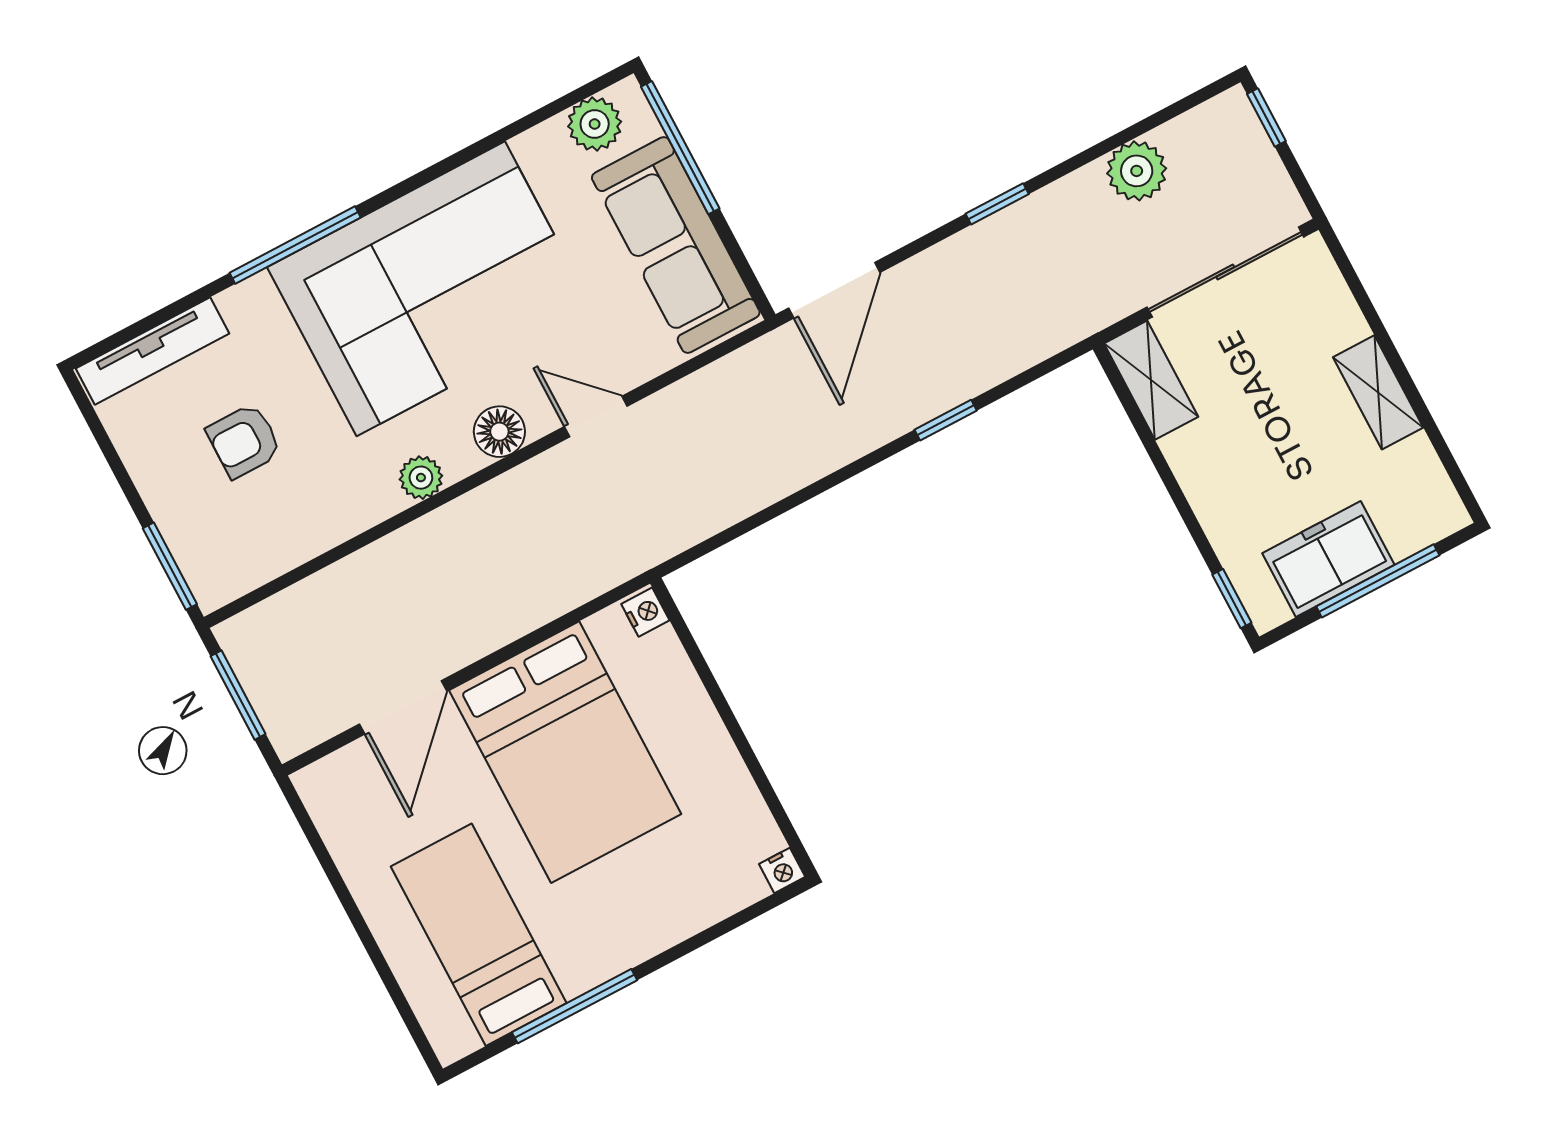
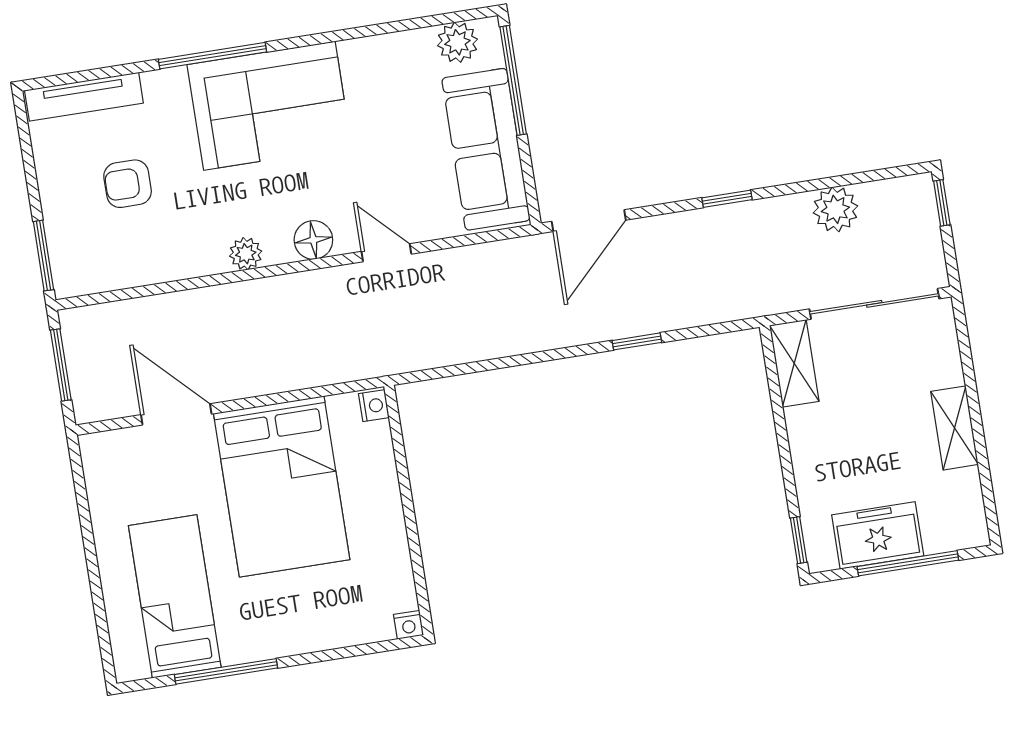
corner sofa: (431, 289) -> (269, 106), width x0.73, depth x0.74
door: (403, 707) -> (176, 414), swing flipped

